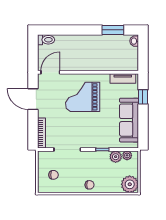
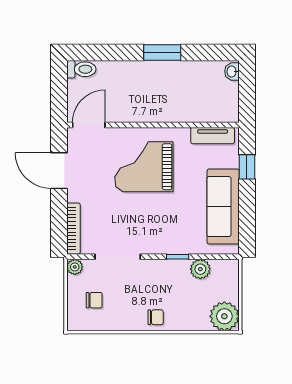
window: (113, 30) -> (162, 53), moved
plant: (127, 155) -> (75, 267), moved

